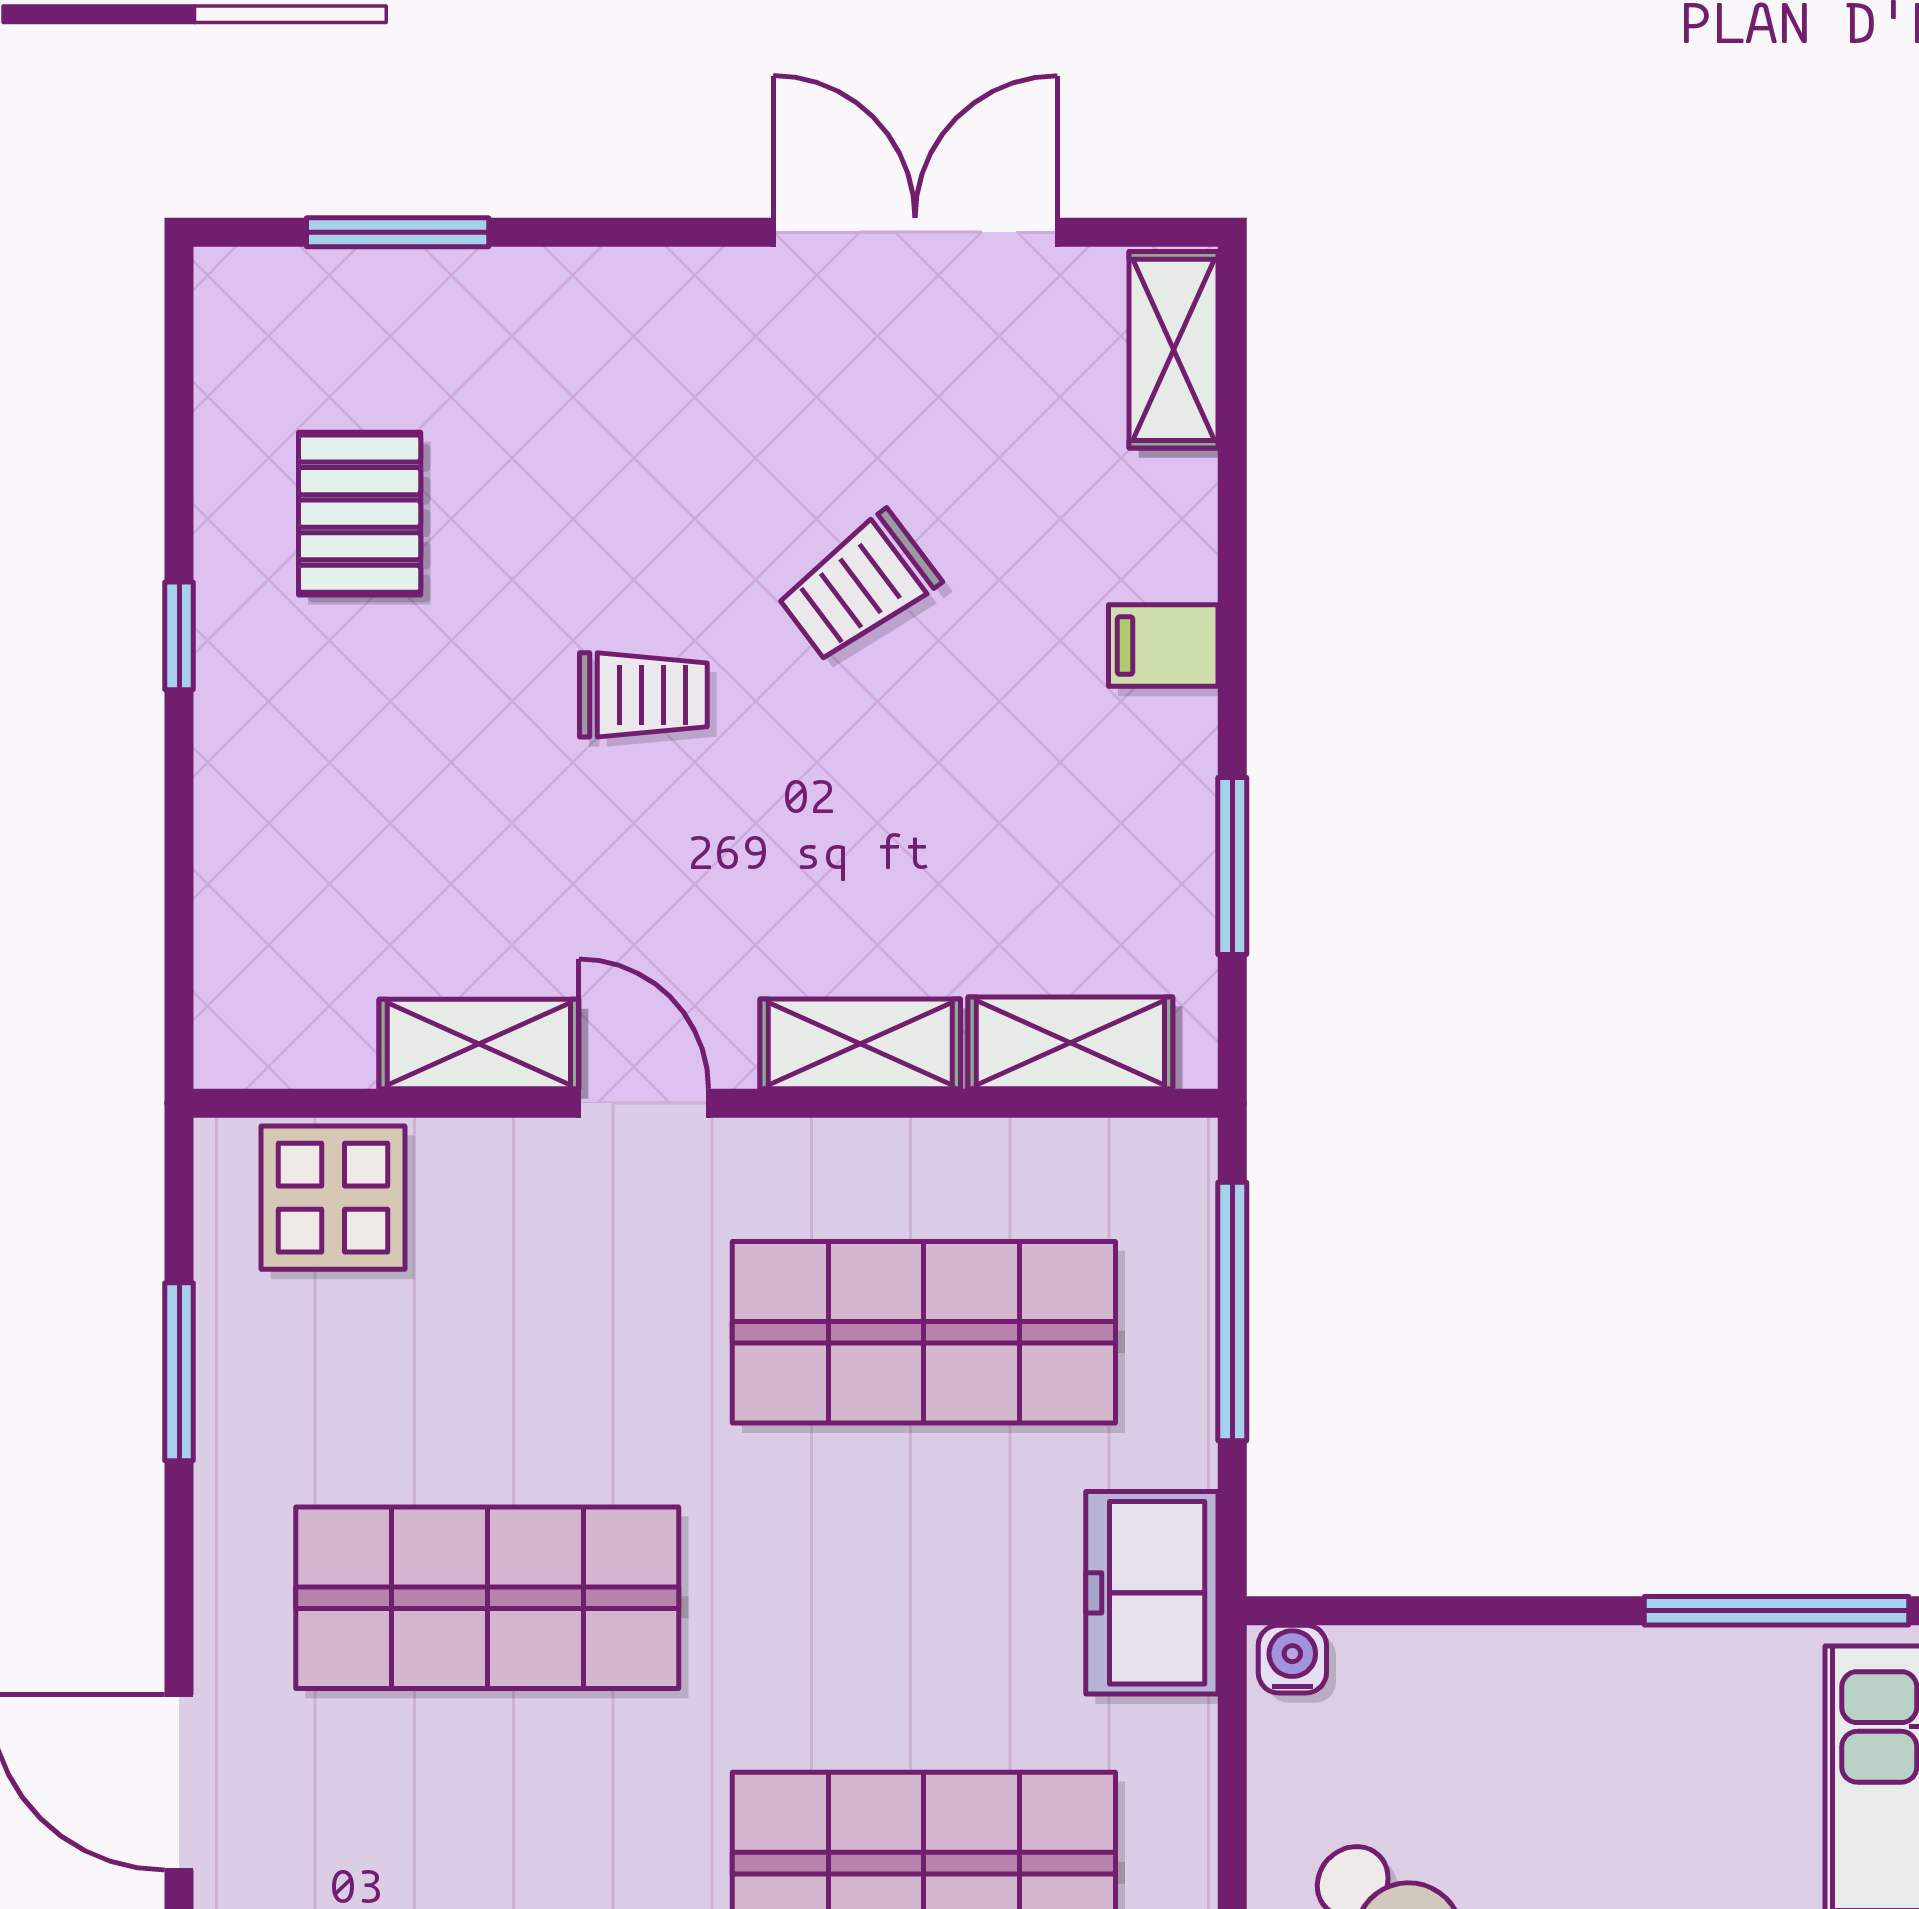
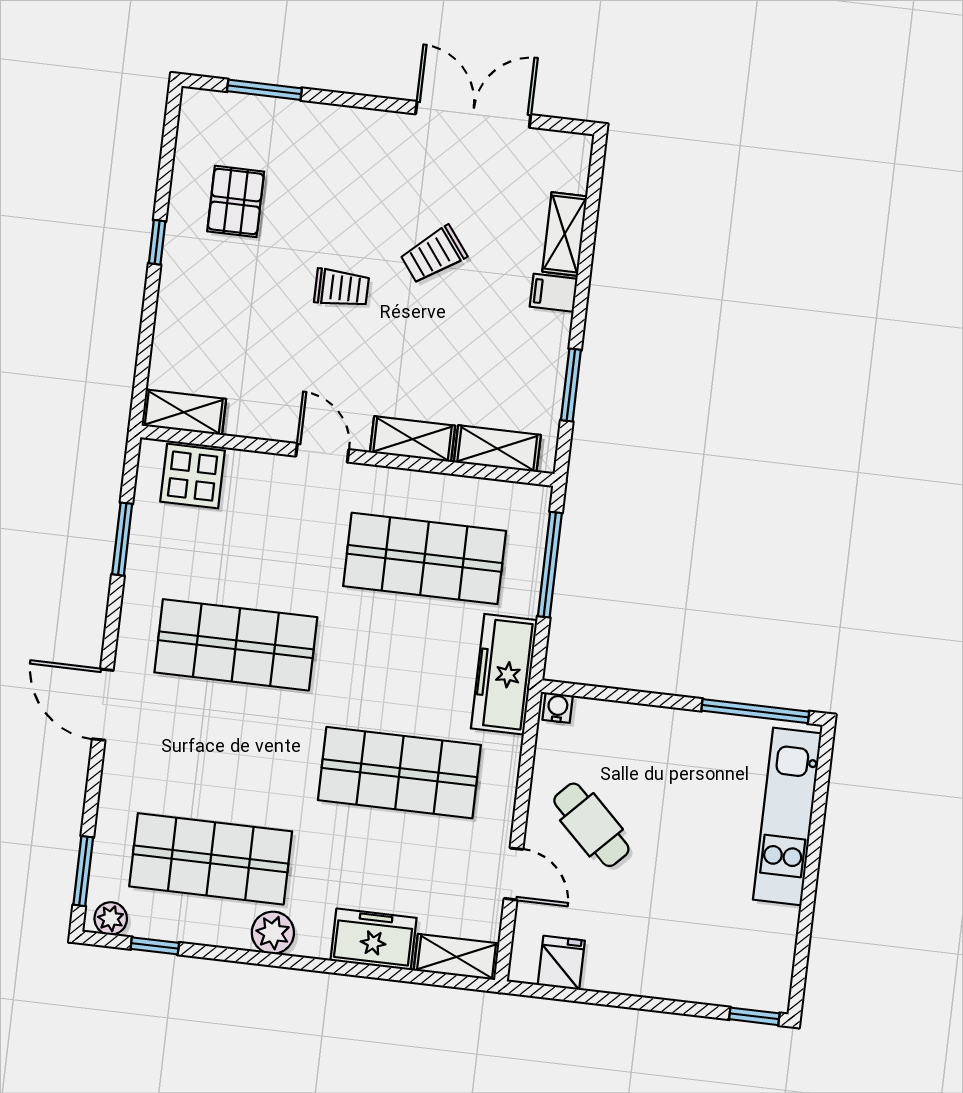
shelving: (1174, 350) -> (565, 234), moved
shelving: (479, 1044) -> (184, 412), moved
freezer: (1152, 1593) -> (504, 674), width x1.40

